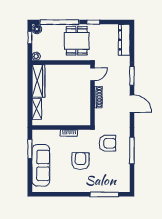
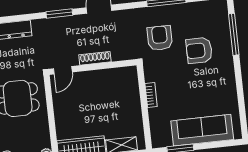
door: (93, 74) -> (63, 70), swing flipped
armchair: (80, 161) -> (199, 50), moved

